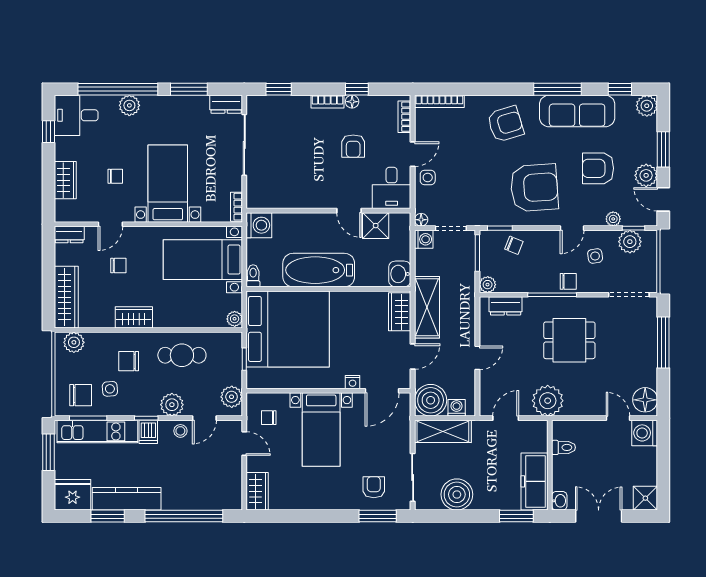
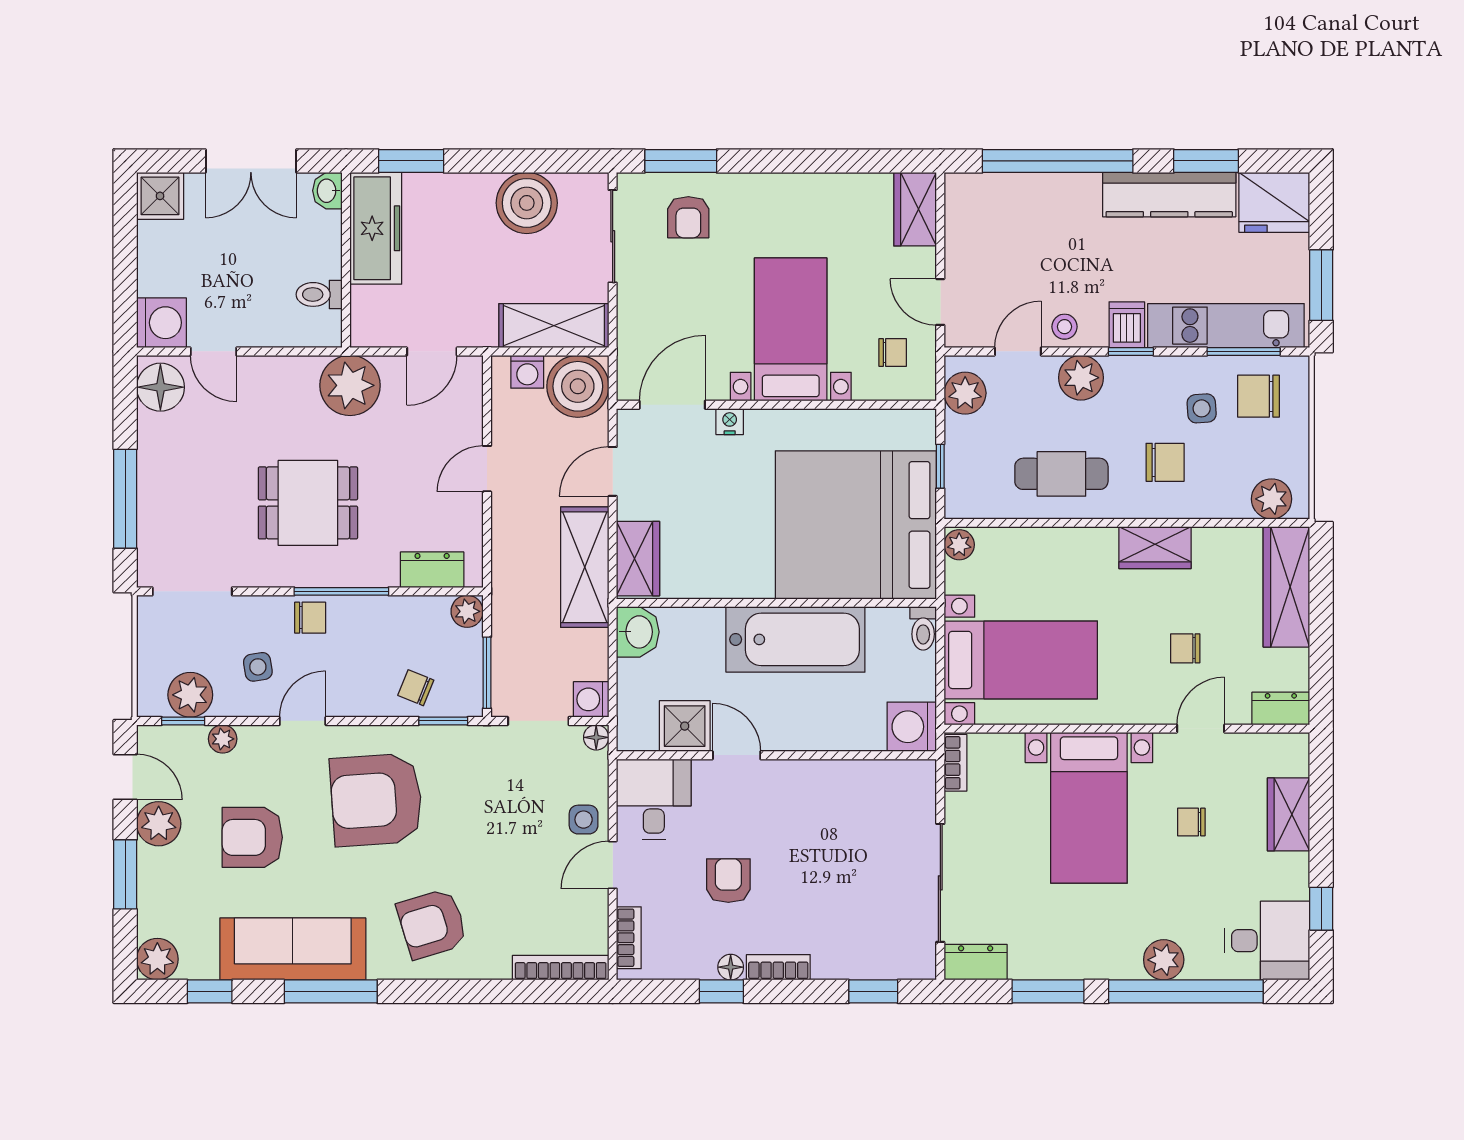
armchair: (598, 168) -> (252, 837), turned 180
chair: (568, 281) -> (310, 618), turned 180

